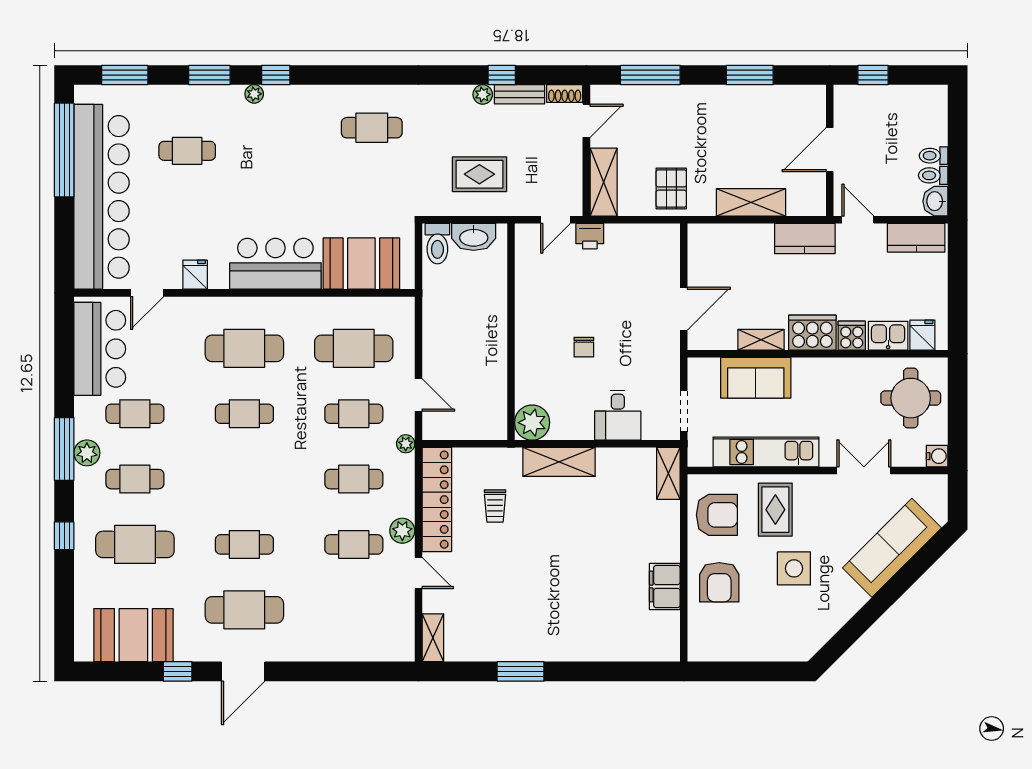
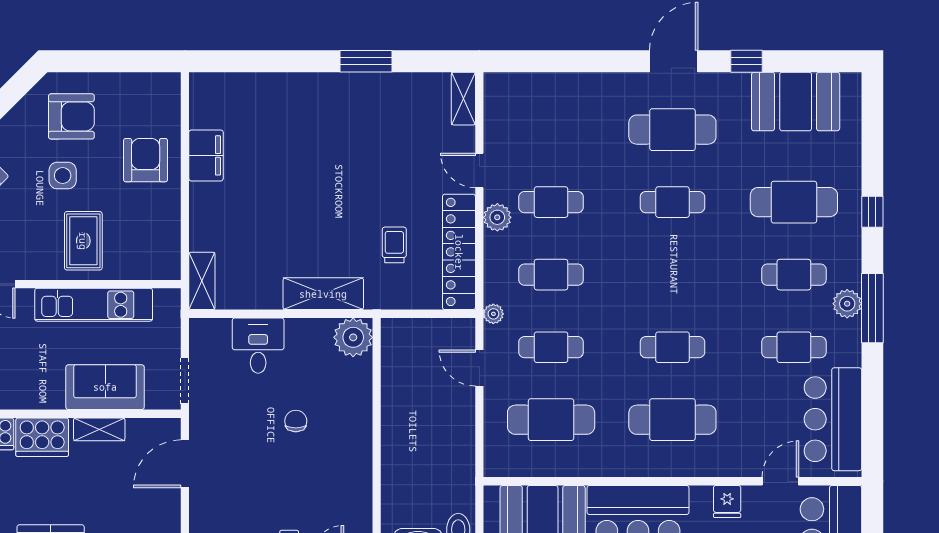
doorway: (684, 411) -> (185, 381), moved
armchair: (717, 515) -> (71, 116), moved, turned 180
side table: (794, 568) -> (63, 176), width x0.73, depth x0.73

